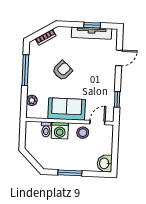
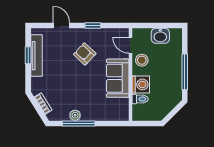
armchair: (62, 70) -> (85, 54), moved
window: (117, 99) -> (93, 25), moved
plant: (32, 100) -> (75, 115), moved
washbasin: (105, 163) -> (160, 36), moved
window: (70, 173) -> (185, 72), width x1.44

